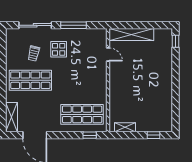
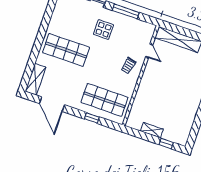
trolley: (34, 53) -> (128, 66), moved
shelving: (125, 127) -> (152, 130), moved
window: (90, 135) -> (92, 118), moved

